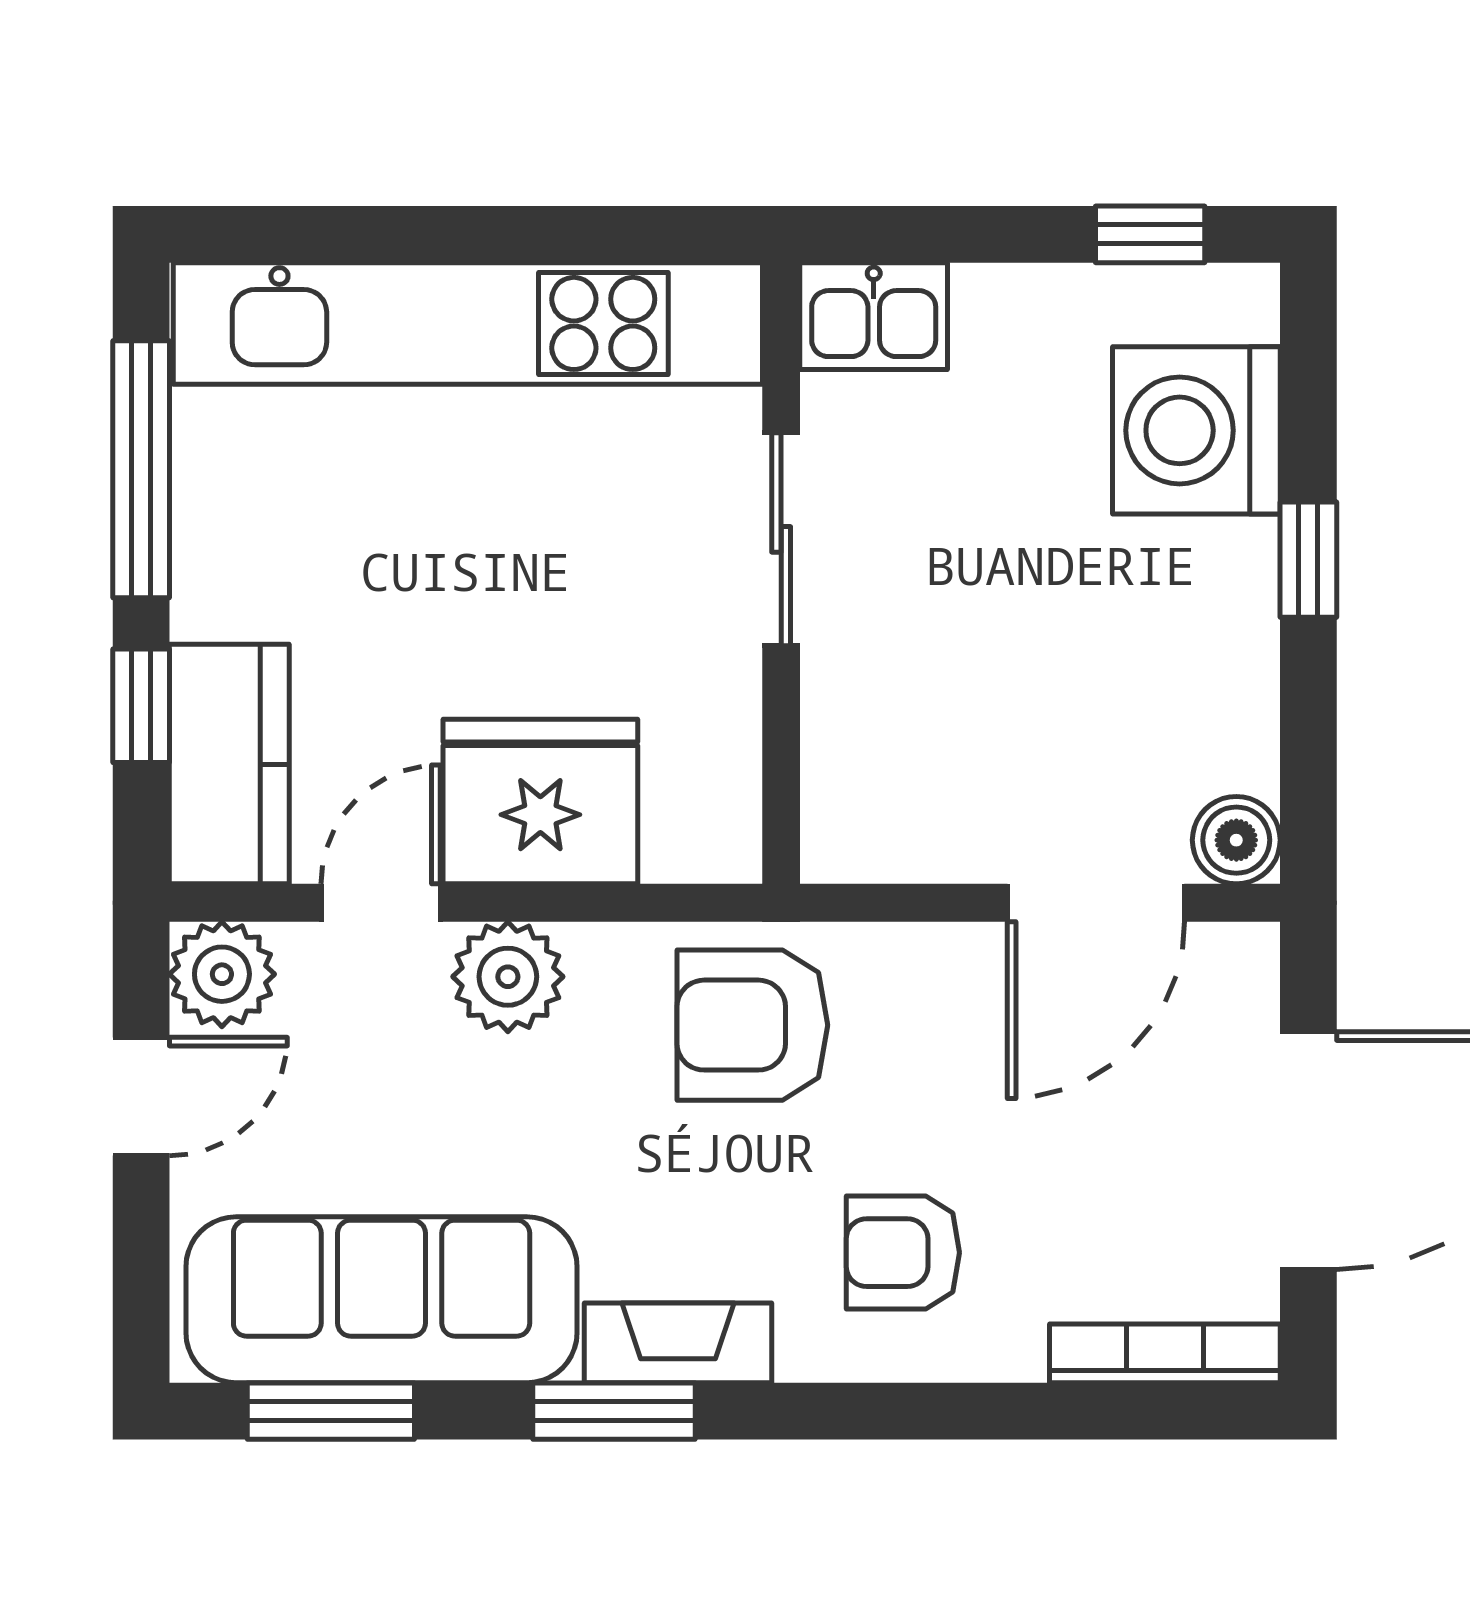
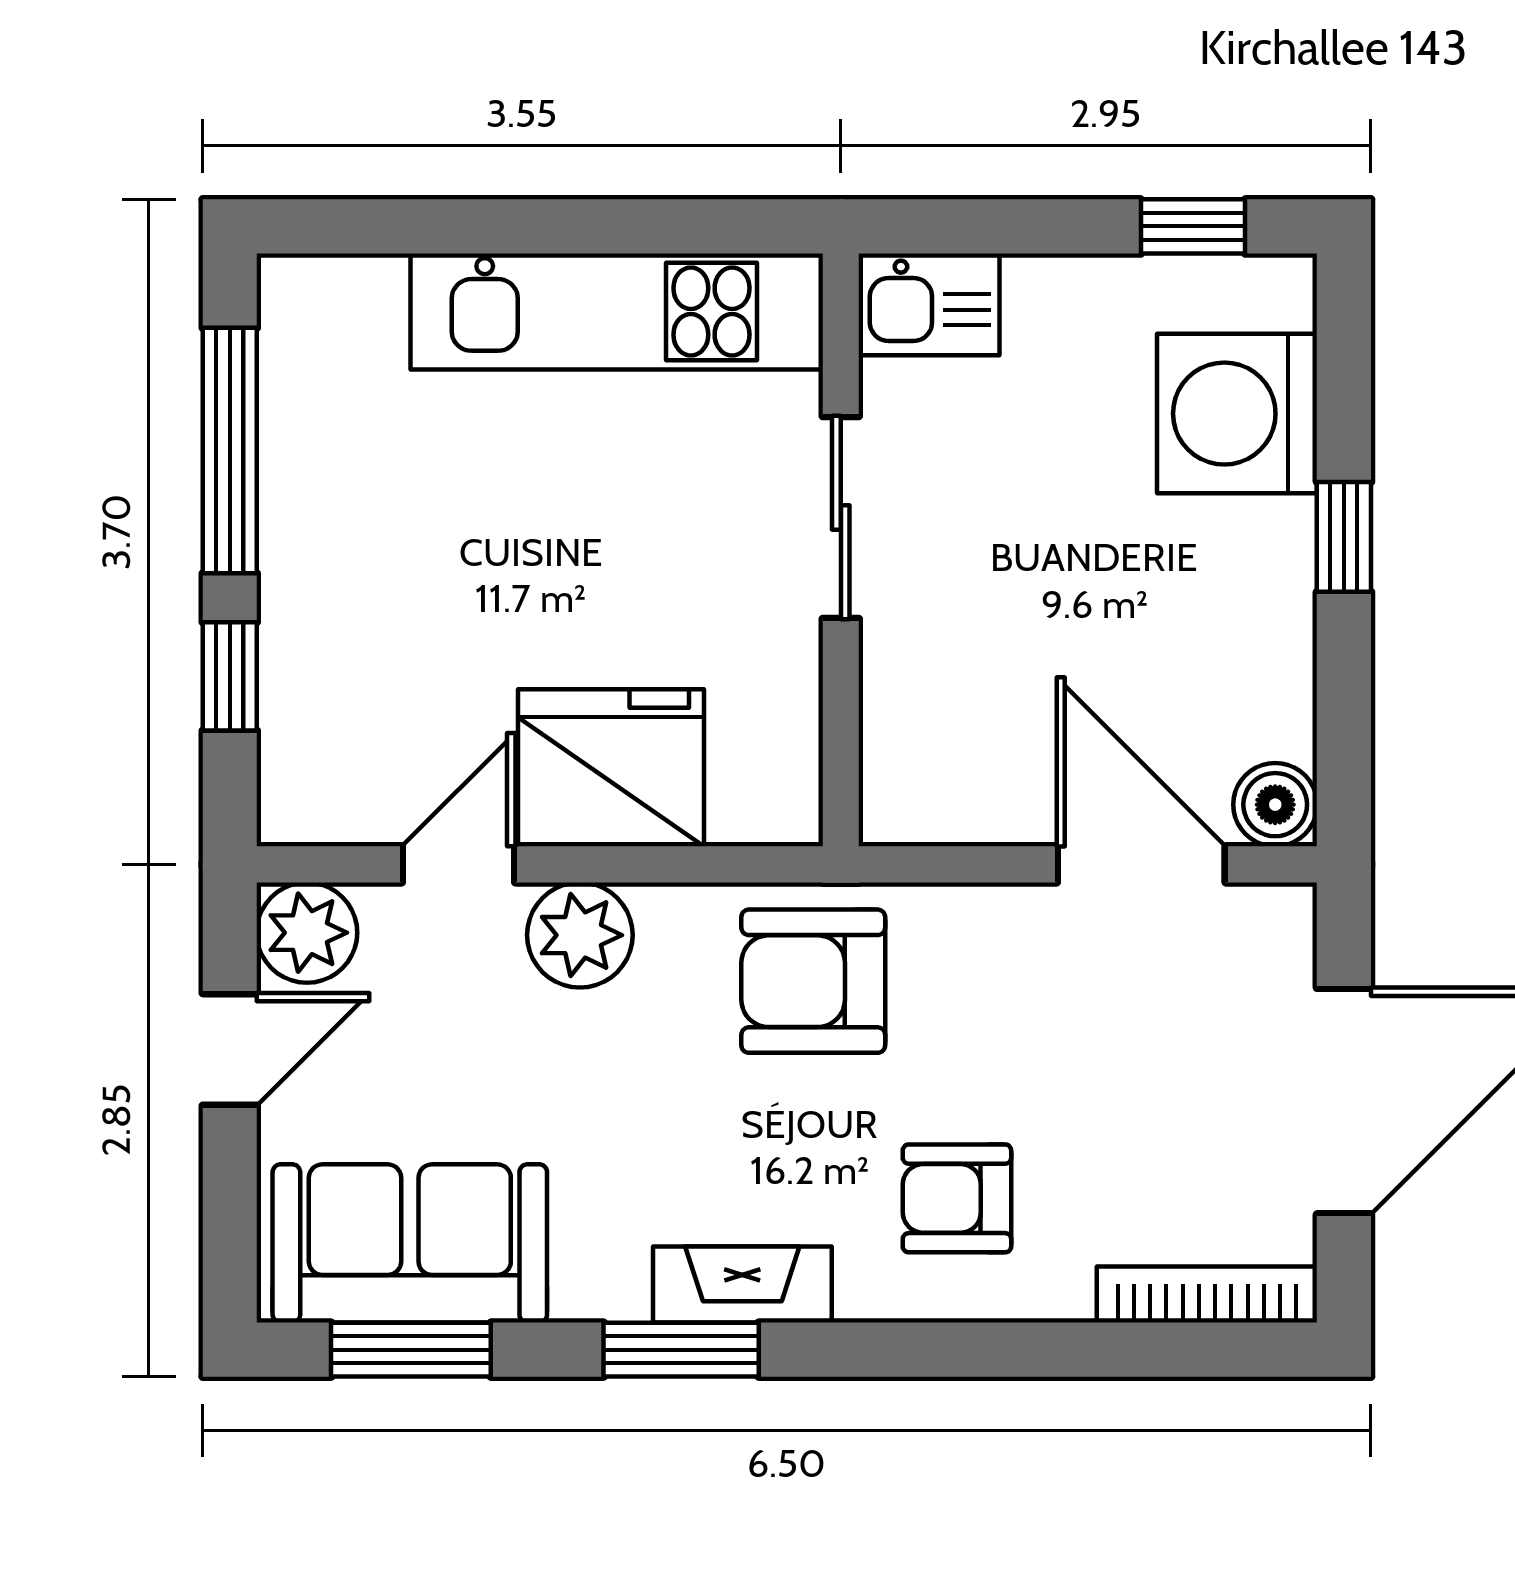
kitchen unit: (468, 323) -> (617, 311), width x0.73
kitchen counter: (229, 764) -> (314, 732), removed
door: (1096, 903) -> (1141, 864), swing flipped
sofa: (382, 1300) -> (410, 1243), width x0.73

